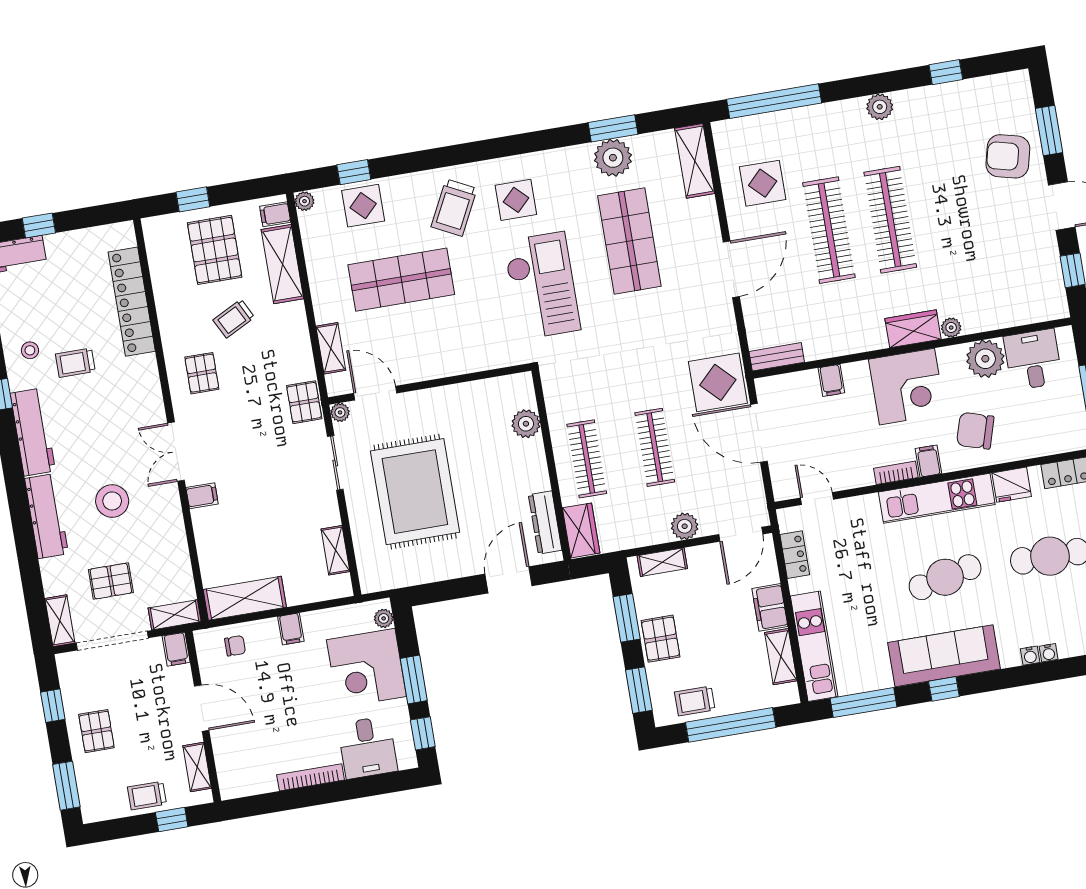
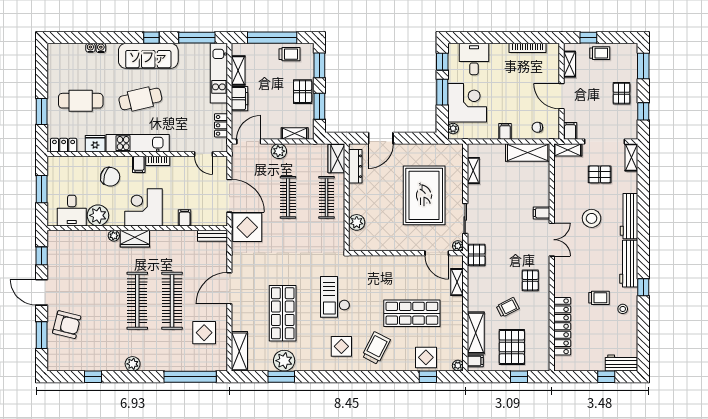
checkout: (542, 286) -> (335, 297), width x0.73, depth x0.83
bookcase: (311, 777) -> (528, 48), moved

